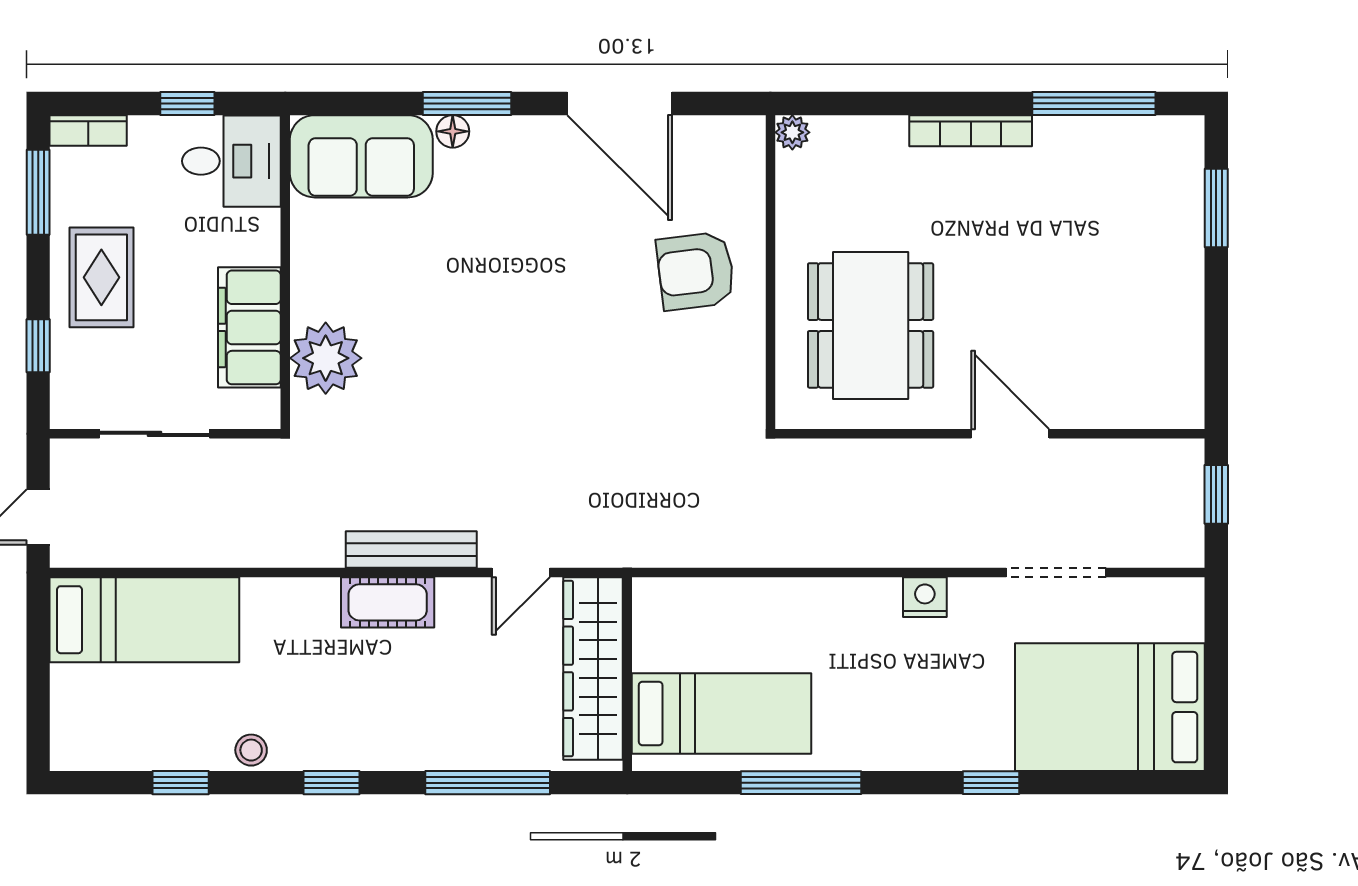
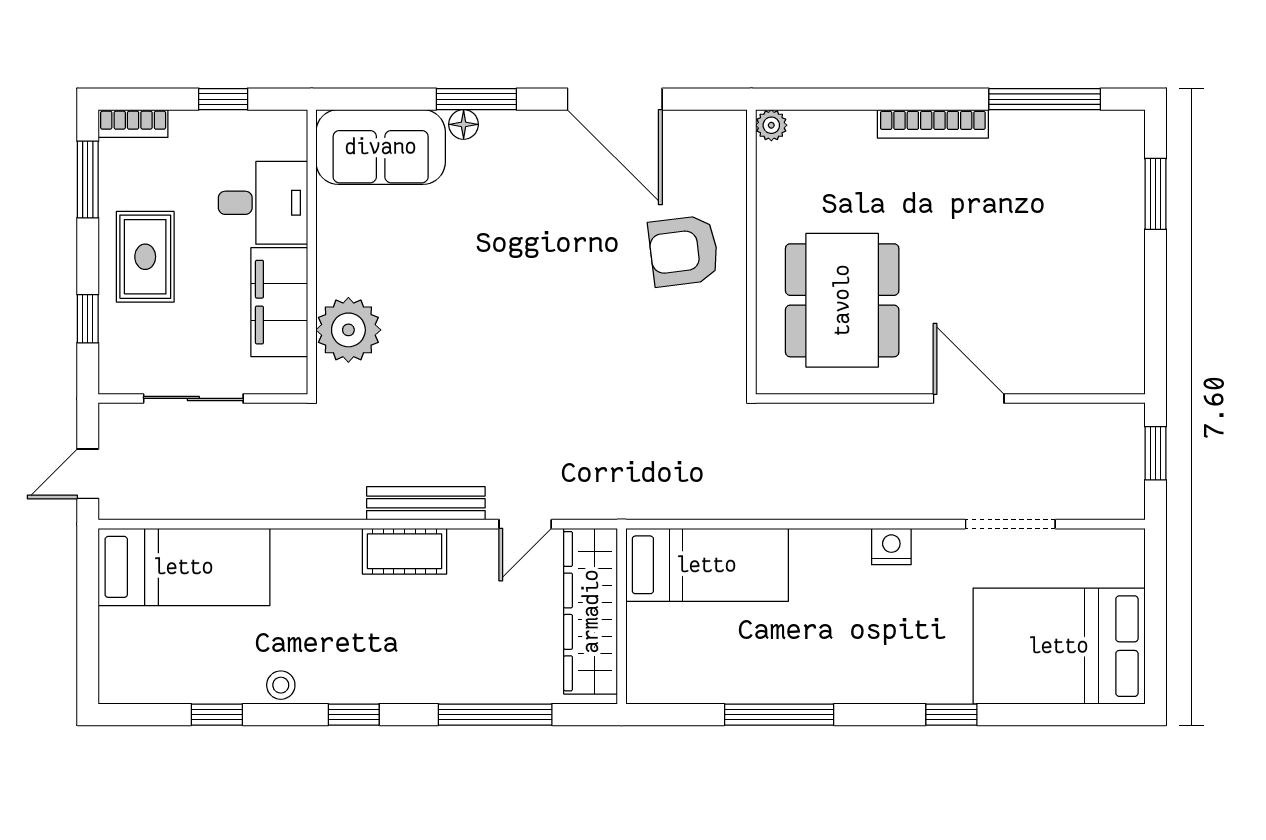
desk: (231, 161) -> (263, 203), moved
bed: (721, 713) -> (707, 565), moved

